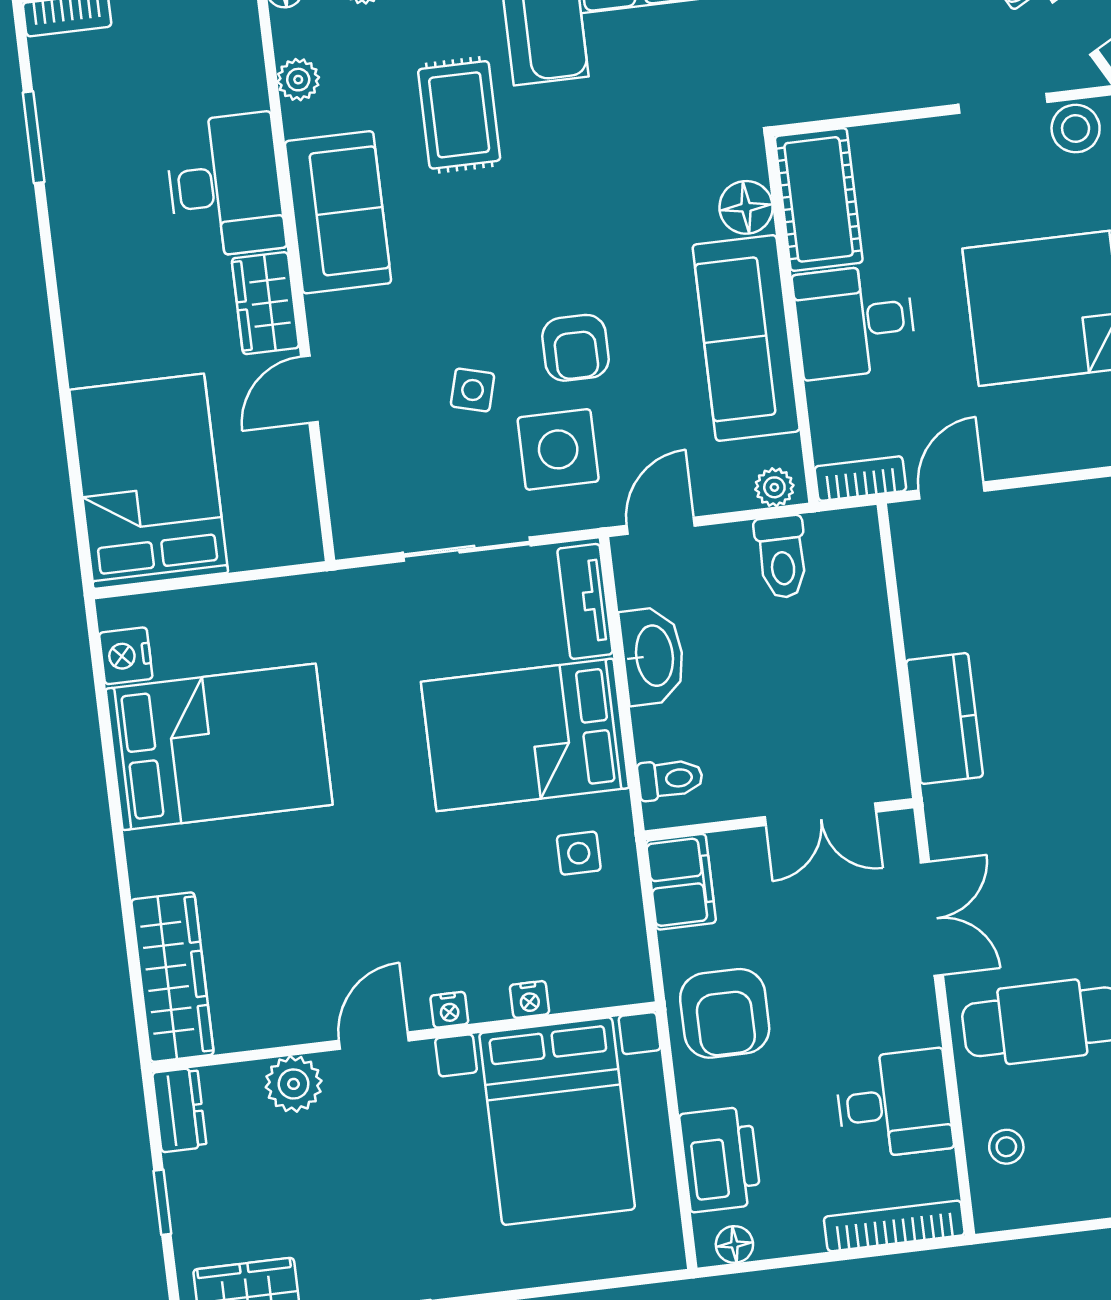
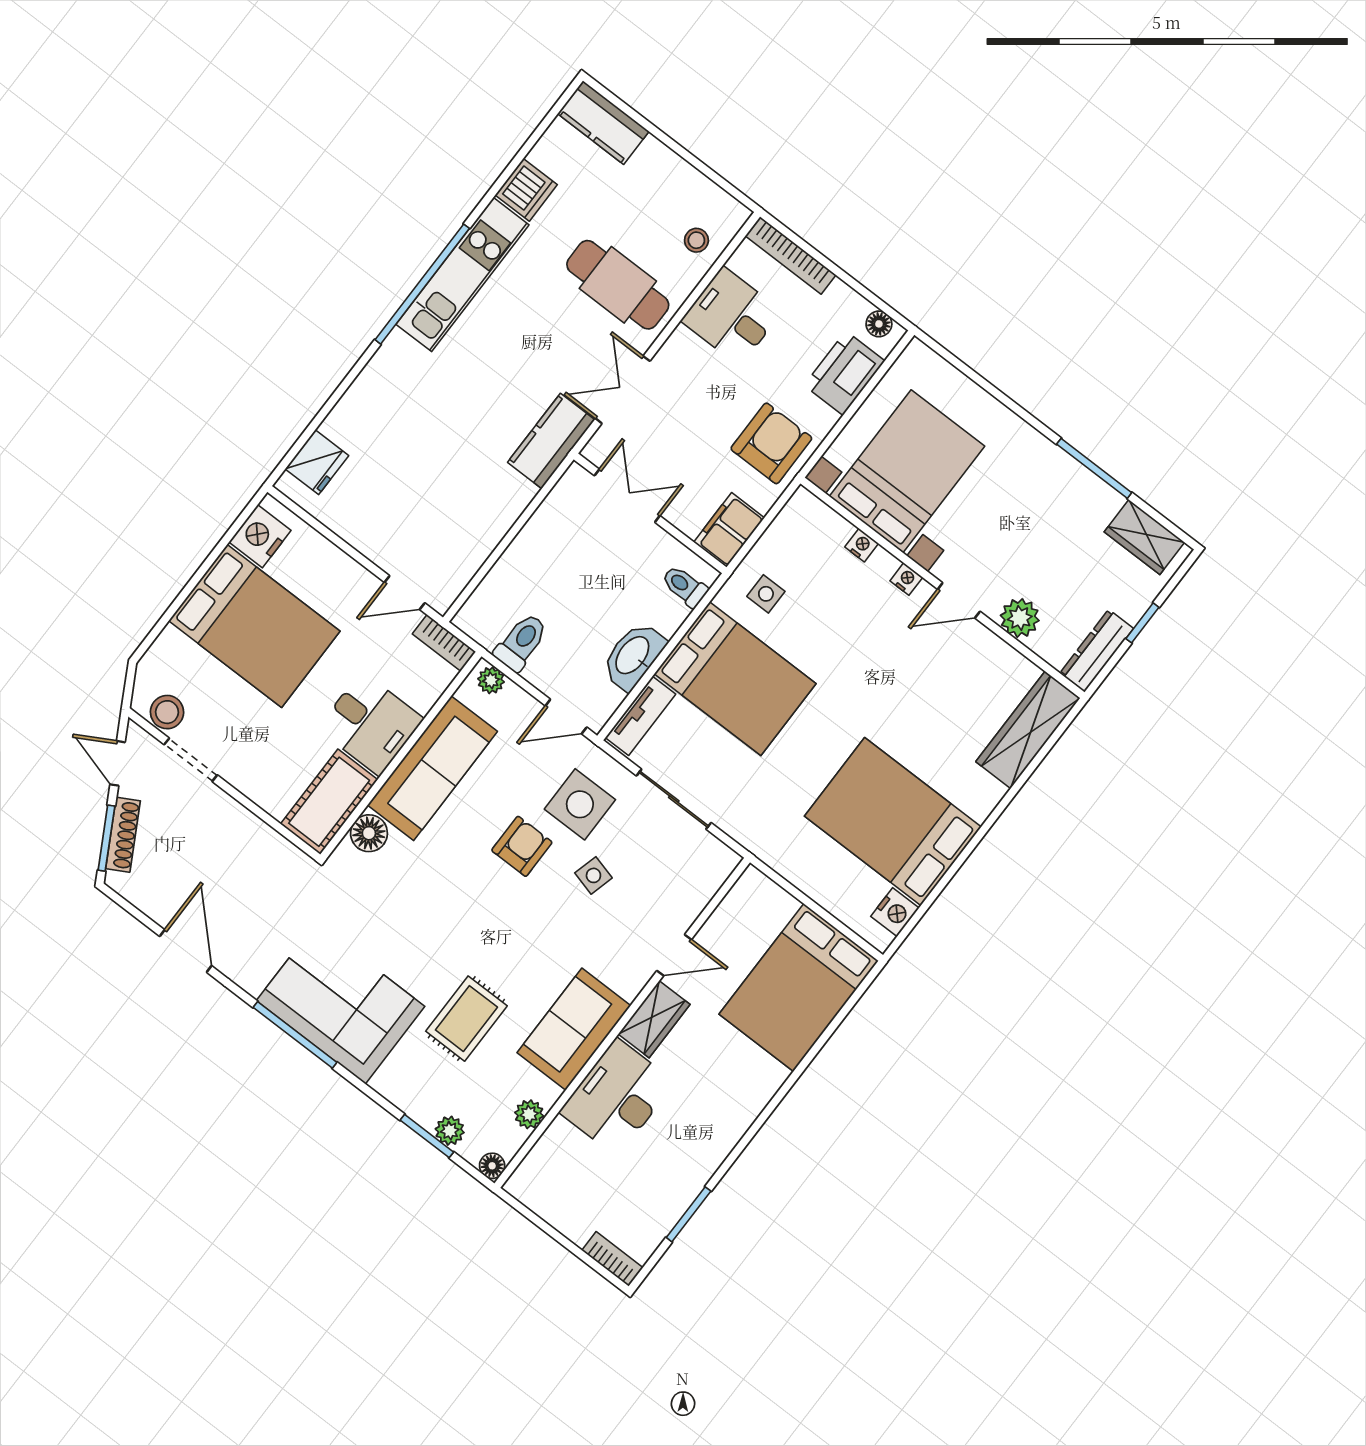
kitchen counter: (944, 718) -> (551, 441), moved
dresser: (179, 1110) -> (1097, 651), width x1.44

